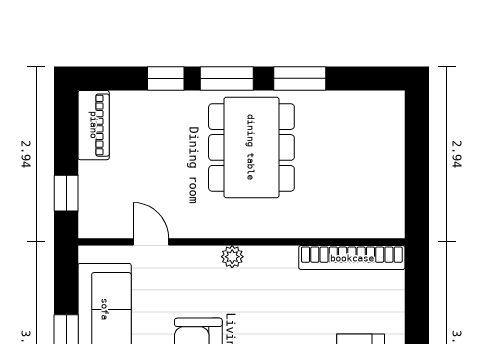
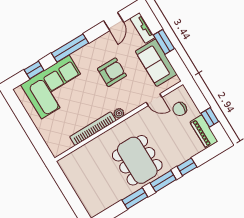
window: (66, 193) -> (210, 117), moved
chair: (113, 195) -> (180, 109), added
bookcase: (352, 258) -> (93, 129), moved

